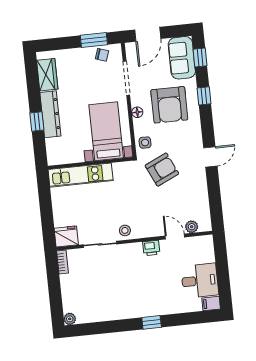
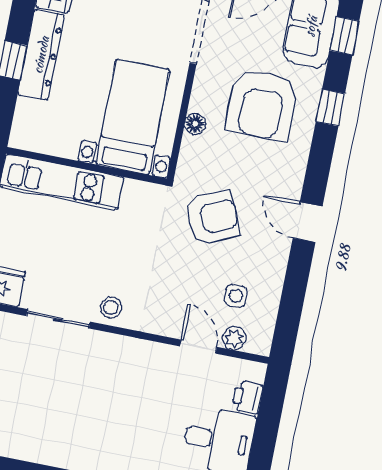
floor lamp: (137, 112) -> (195, 124), moved
side table: (145, 143) -> (236, 296), moved
door: (210, 157) -> (308, 222), swing flipped
printer: (151, 248) -> (247, 397), moved, turned 90

